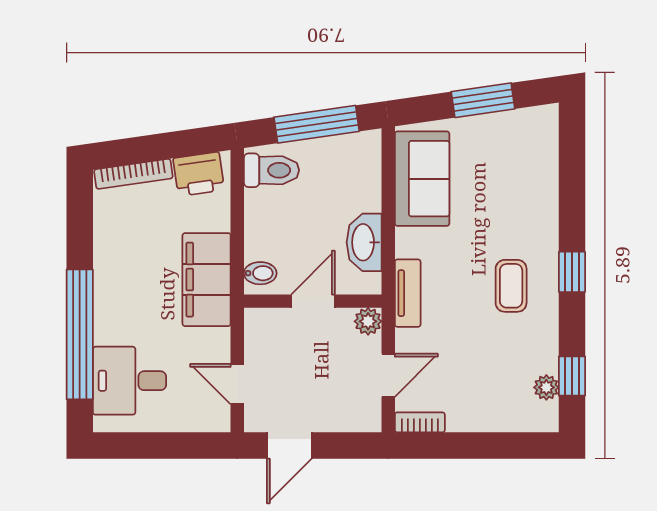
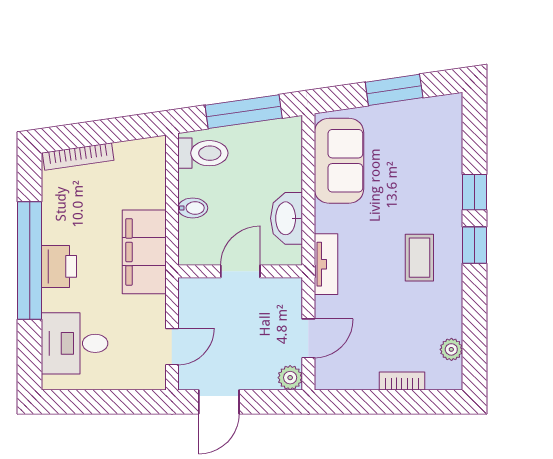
printer: (199, 174) -> (59, 266), moved, turned -82
bidet: (260, 273) -> (193, 208), moved
plant: (368, 321) -> (290, 378), moved
window: (80, 334) -> (30, 261), moved
window: (572, 376) -> (474, 192), moved
door: (237, 384) -> (172, 347), swing flipped
bookcase: (420, 422) -> (402, 381), moved

